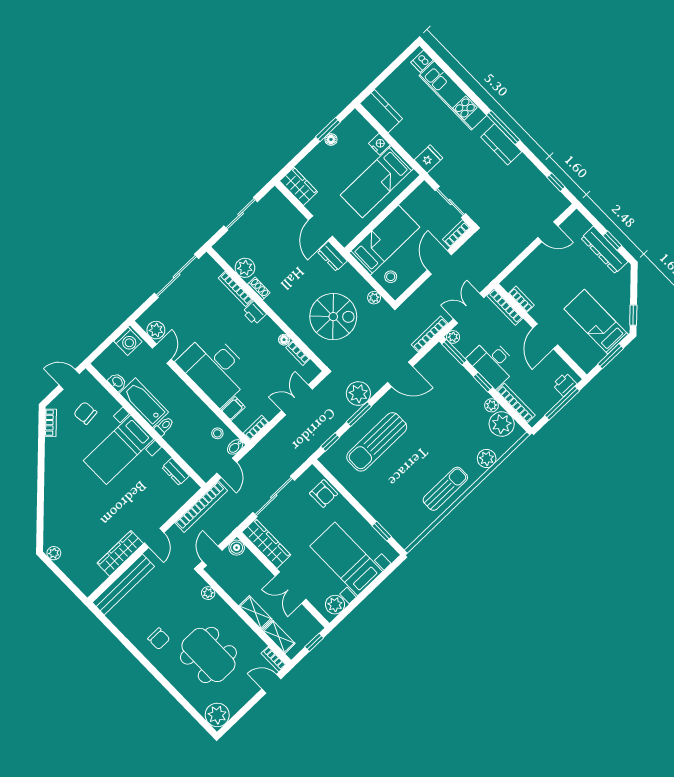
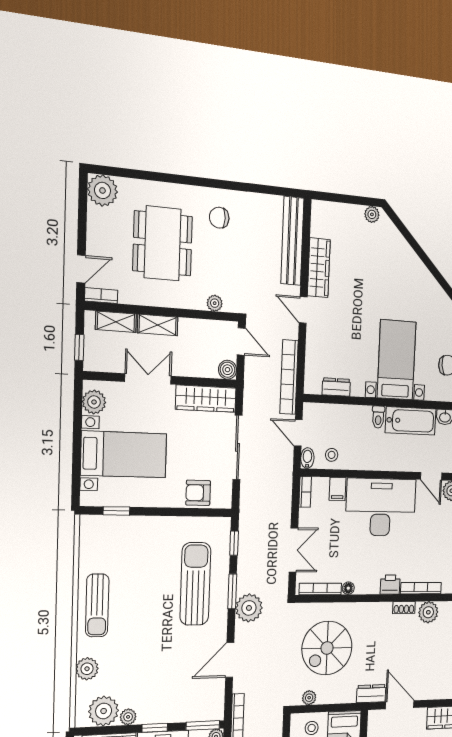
bookcase: (298, 353) -> (320, 589), width x1.56
dining table: (208, 655) -> (163, 244), turned 90

